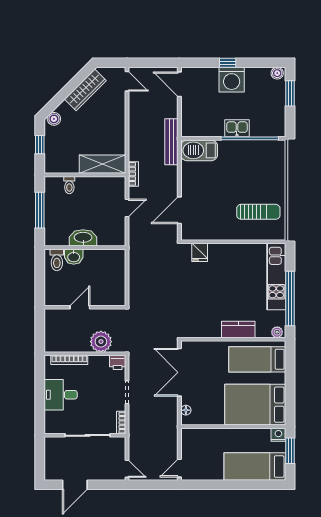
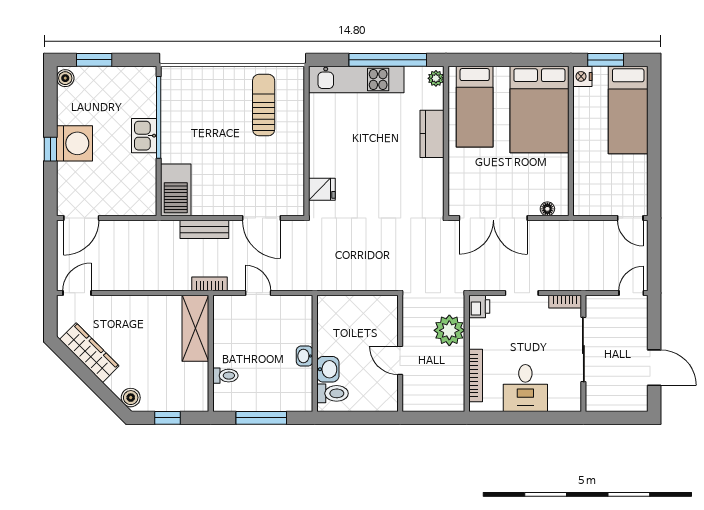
bench: (171, 142) -> (204, 229), moved, width x0.73
washbasin: (83, 238) -> (305, 356), width x0.52, depth x0.69

